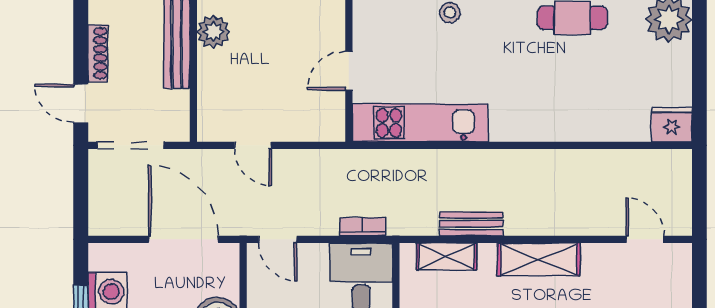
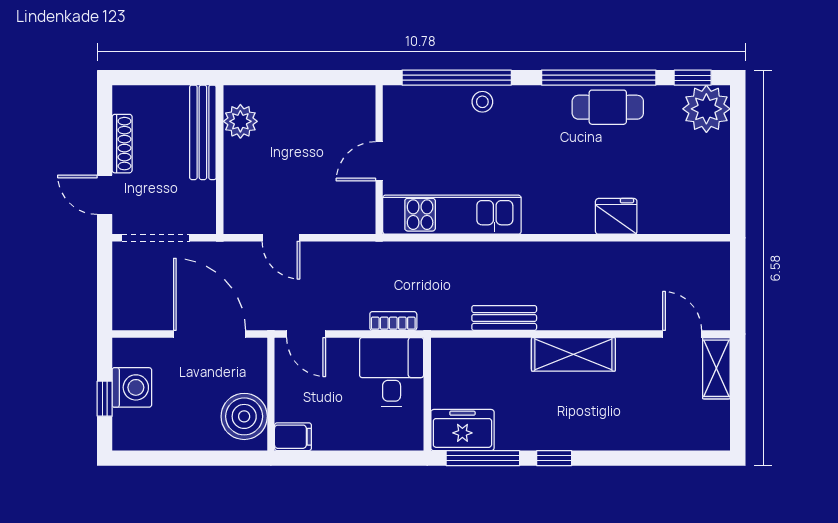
fridge: (672, 124) -> (616, 216), moved
shelving: (447, 256) -> (716, 368), moved, turned 90

